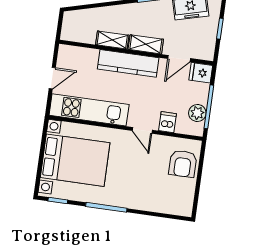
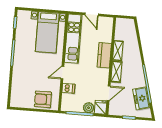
door: (179, 59) -> (109, 93), swing flipped
kitchen counter: (128, 63) -> (104, 55), width x0.67
plant: (197, 113) -> (89, 108), moved
bed with nightstands: (75, 160) -> (47, 32), width x0.73

